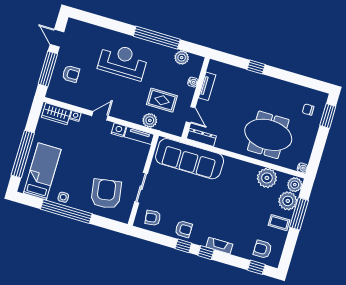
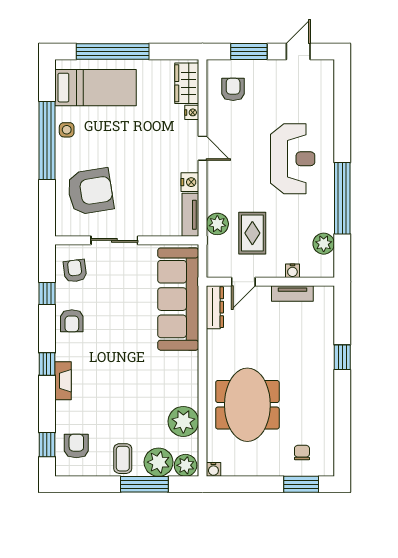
window: (48, 69) -> (249, 51), width x0.69
armchair: (71, 74) -> (233, 89), moved, turned 180
window: (183, 246) -> (47, 293), moved

